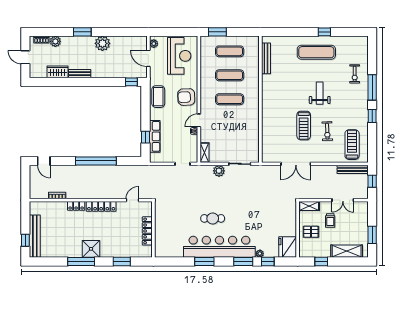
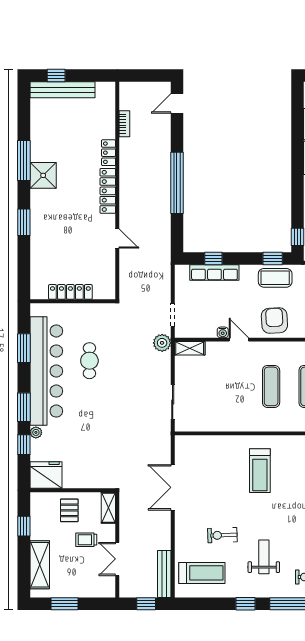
weight bench: (320, 93) -> (264, 557), moved, turned -90
window: (146, 98) -> (273, 258), added
treadmill: (304, 125) -> (260, 471), moved, turned -90
plant: (219, 171) -> (162, 343), moved
wall: (153, 229) -> (73, 301), moved
locker: (147, 231) -> (70, 292), moved

